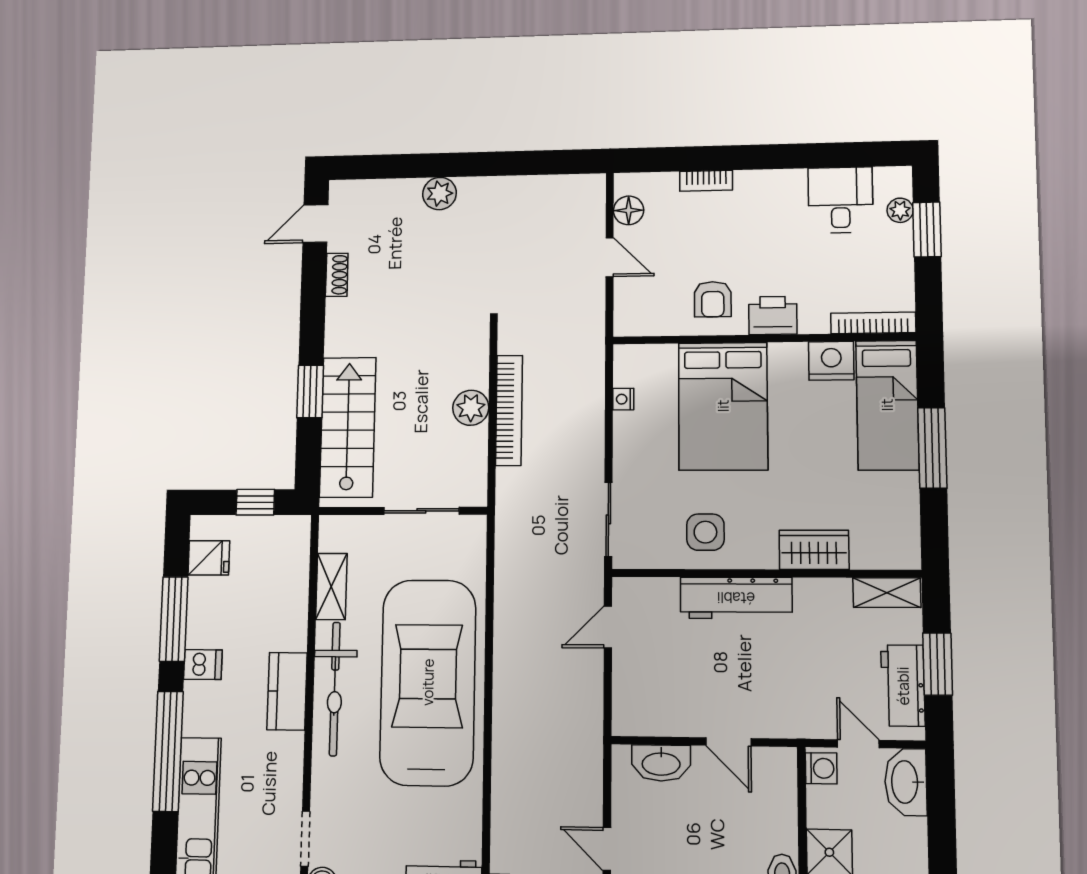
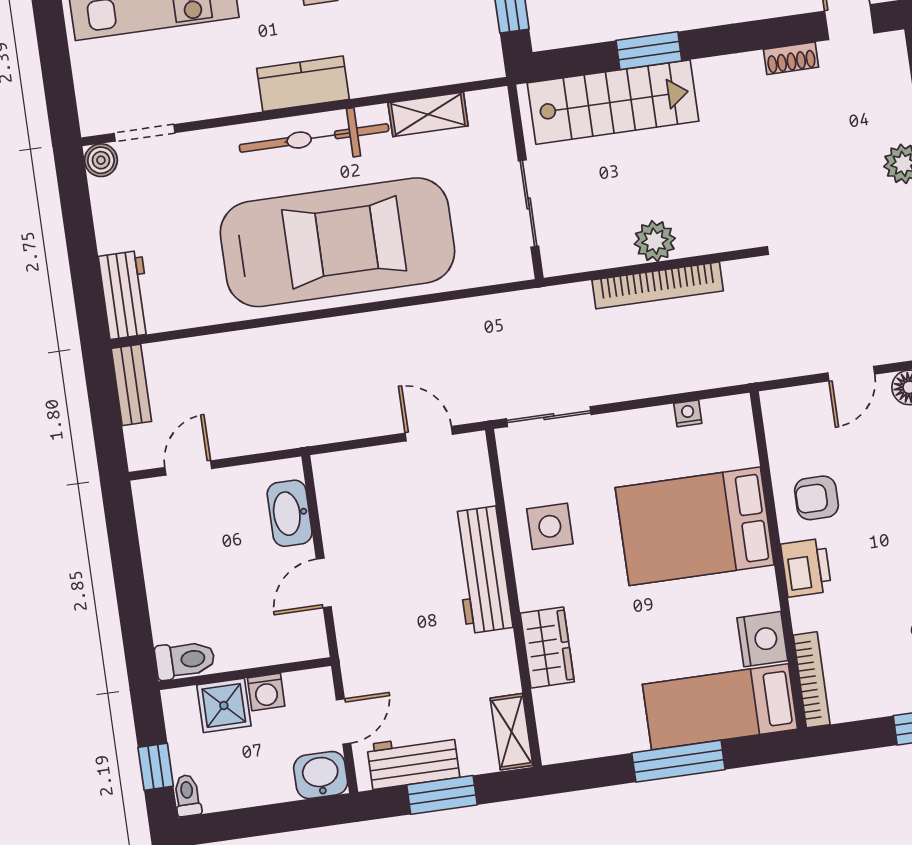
washing machine: (821, 768) -> (266, 692), moved
washbasin: (906, 782) -> (321, 775), width x0.72

